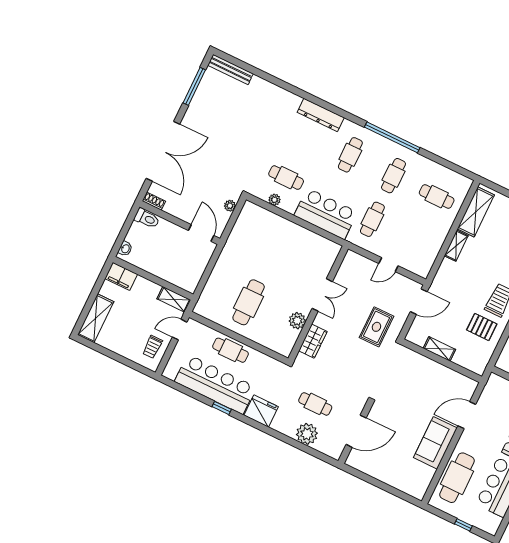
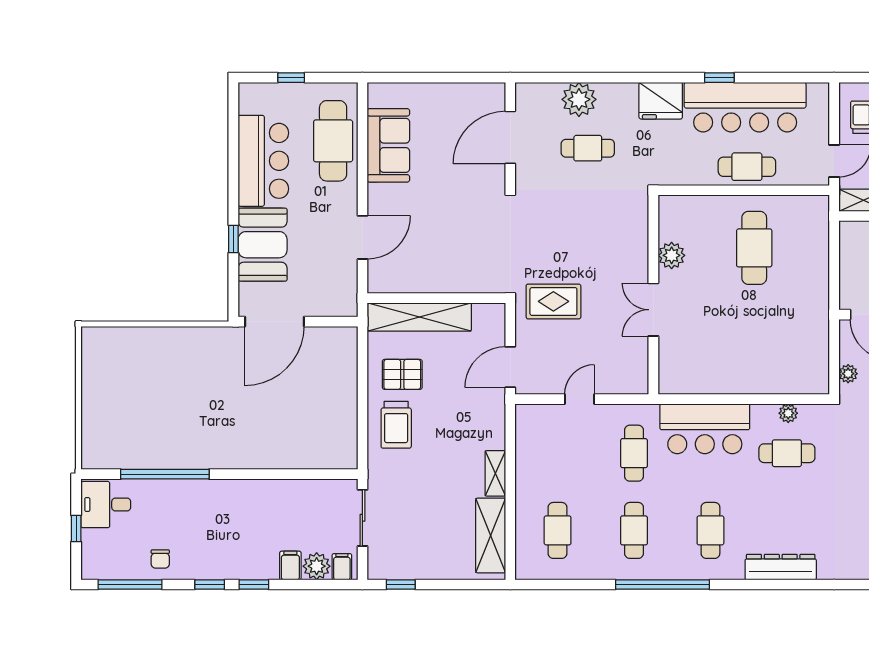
cafe table: (437, 197) -> (558, 530), turned 90
rug: (376, 327) -> (553, 301), turned 90
wardrobe: (313, 341) -> (635, 237), removed
shelving: (439, 349) -> (420, 317), width x2.20, depth x1.33
sofa: (435, 443) -> (388, 145), moved

